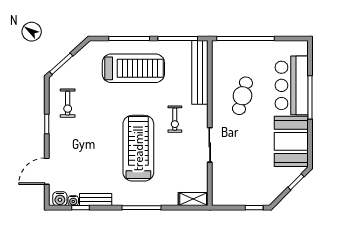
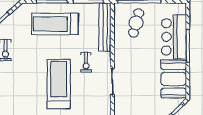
treadmill: (133, 68) -> (55, 24), turned 180
cafe table: (242, 96) -> (136, 23), moved

